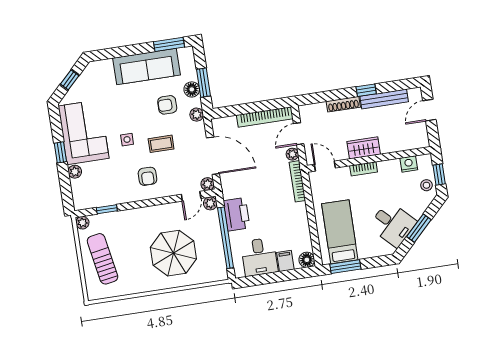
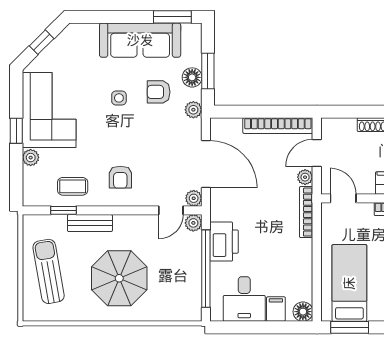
side table: (127, 140) -> (119, 98), moved
coffee table: (161, 144) -> (73, 186), moved
bench: (129, 216) -> (90, 223), added
plant: (82, 223) -> (30, 223), removed
parasol: (173, 253) -> (119, 278), moved

